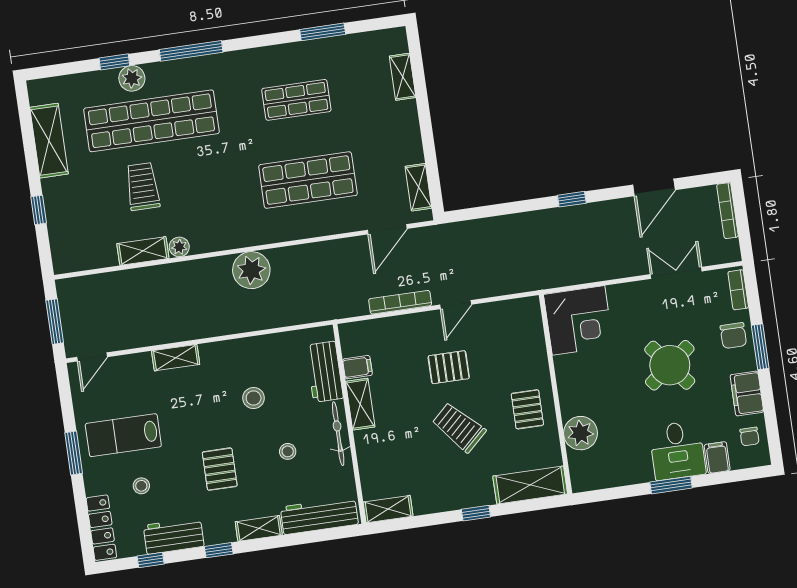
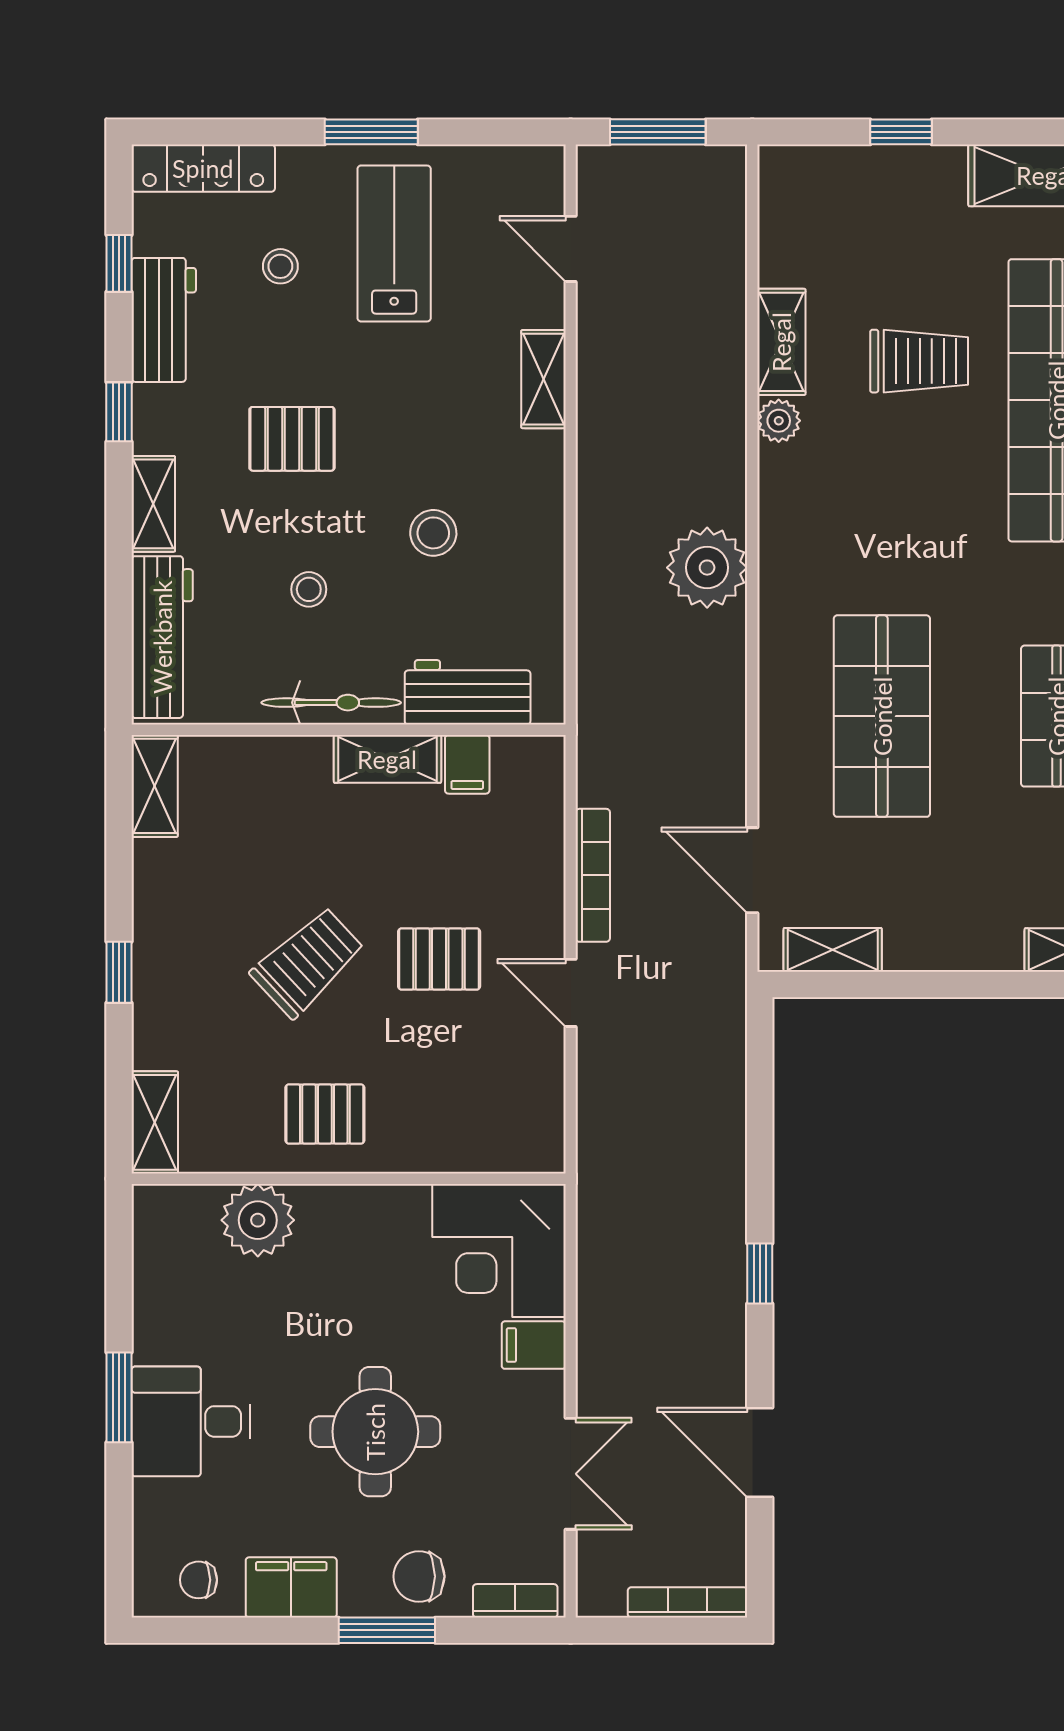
door: (92, 357) -> (571, 249), moved
round table: (670, 365) -> (375, 1432), turned 38
pallet: (449, 367) -> (439, 959), turned 90
filing cabinet: (717, 458) -> (534, 1345), moved, turned 180
shelving: (530, 485) -> (155, 1122), width x0.67, depth x0.75

